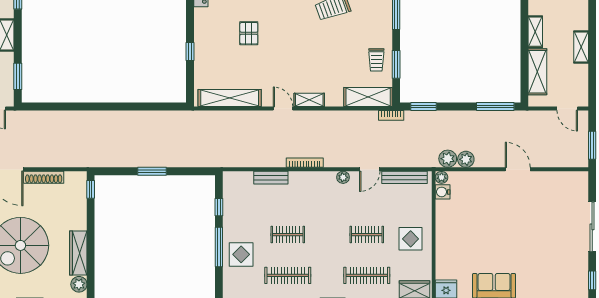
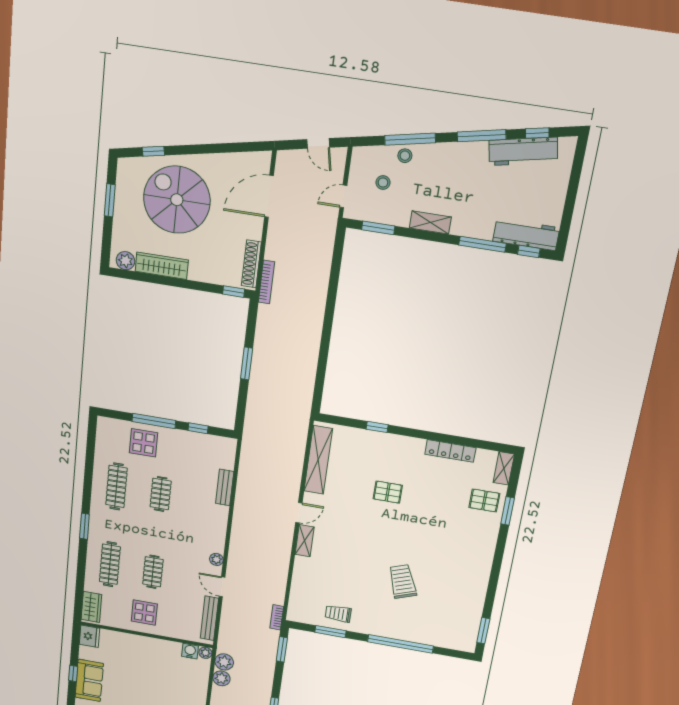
shelving: (368, 97) -> (299, 599), removed
bookcase: (305, 163) -> (266, 282), moved
shoe rack: (44, 177) -> (251, 264), moved

